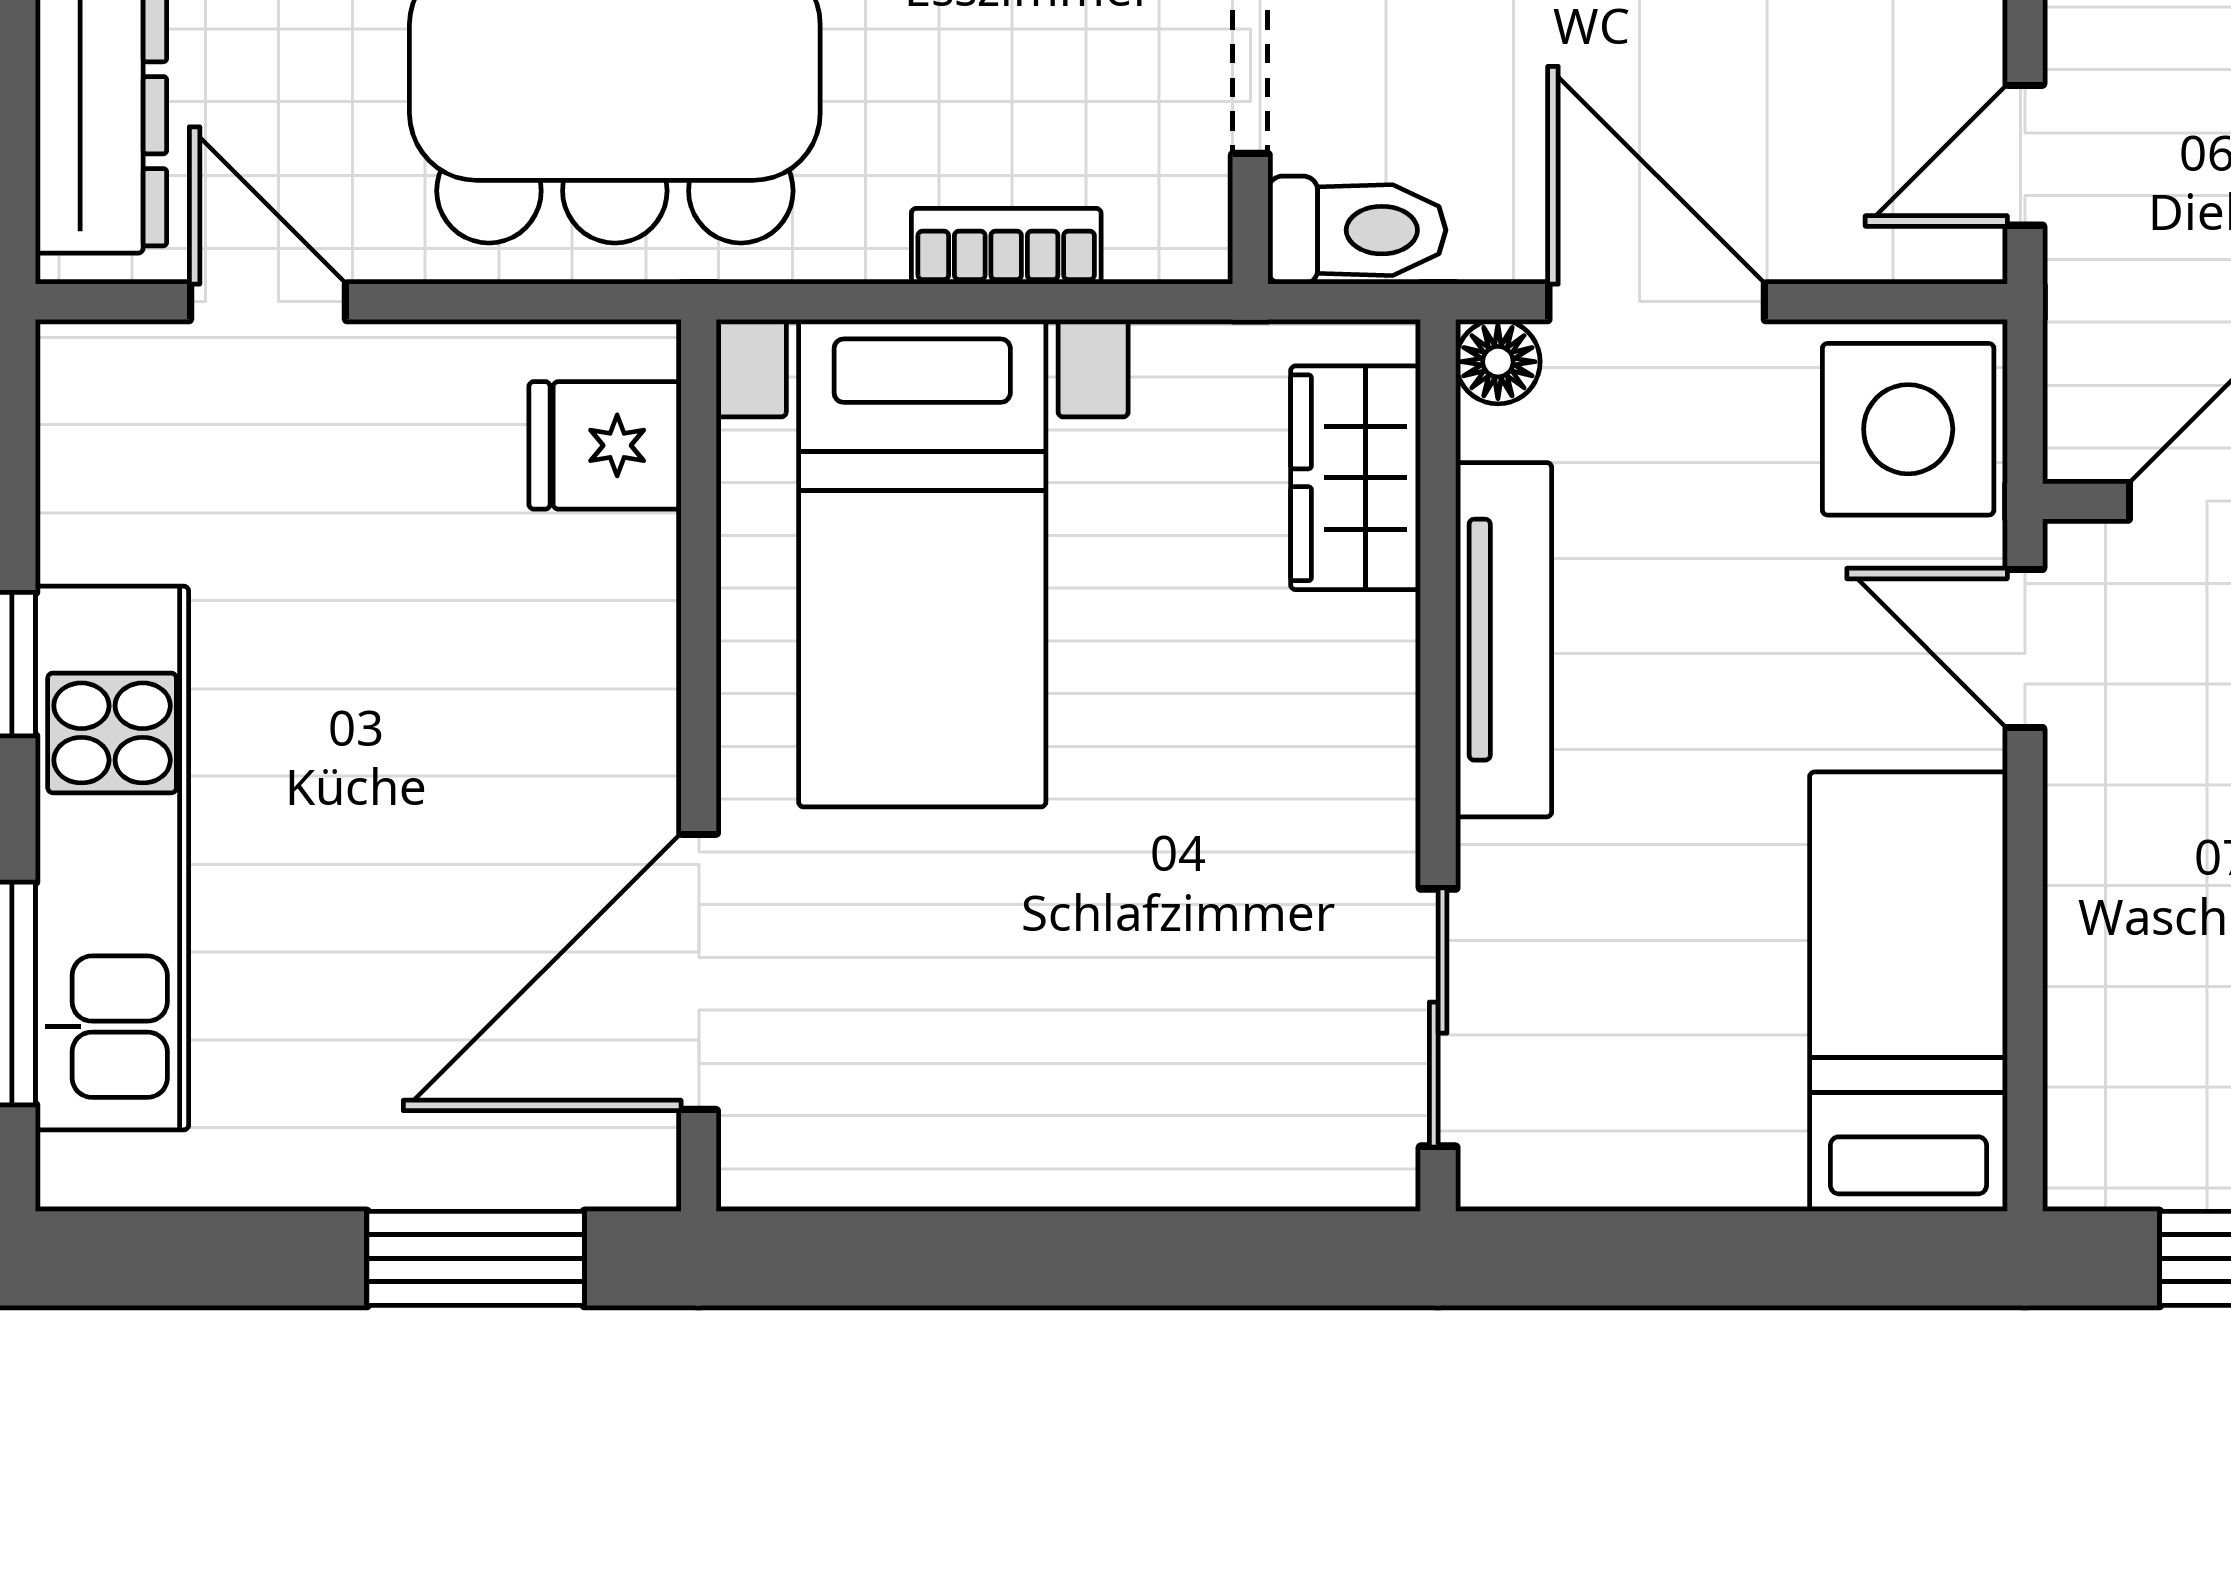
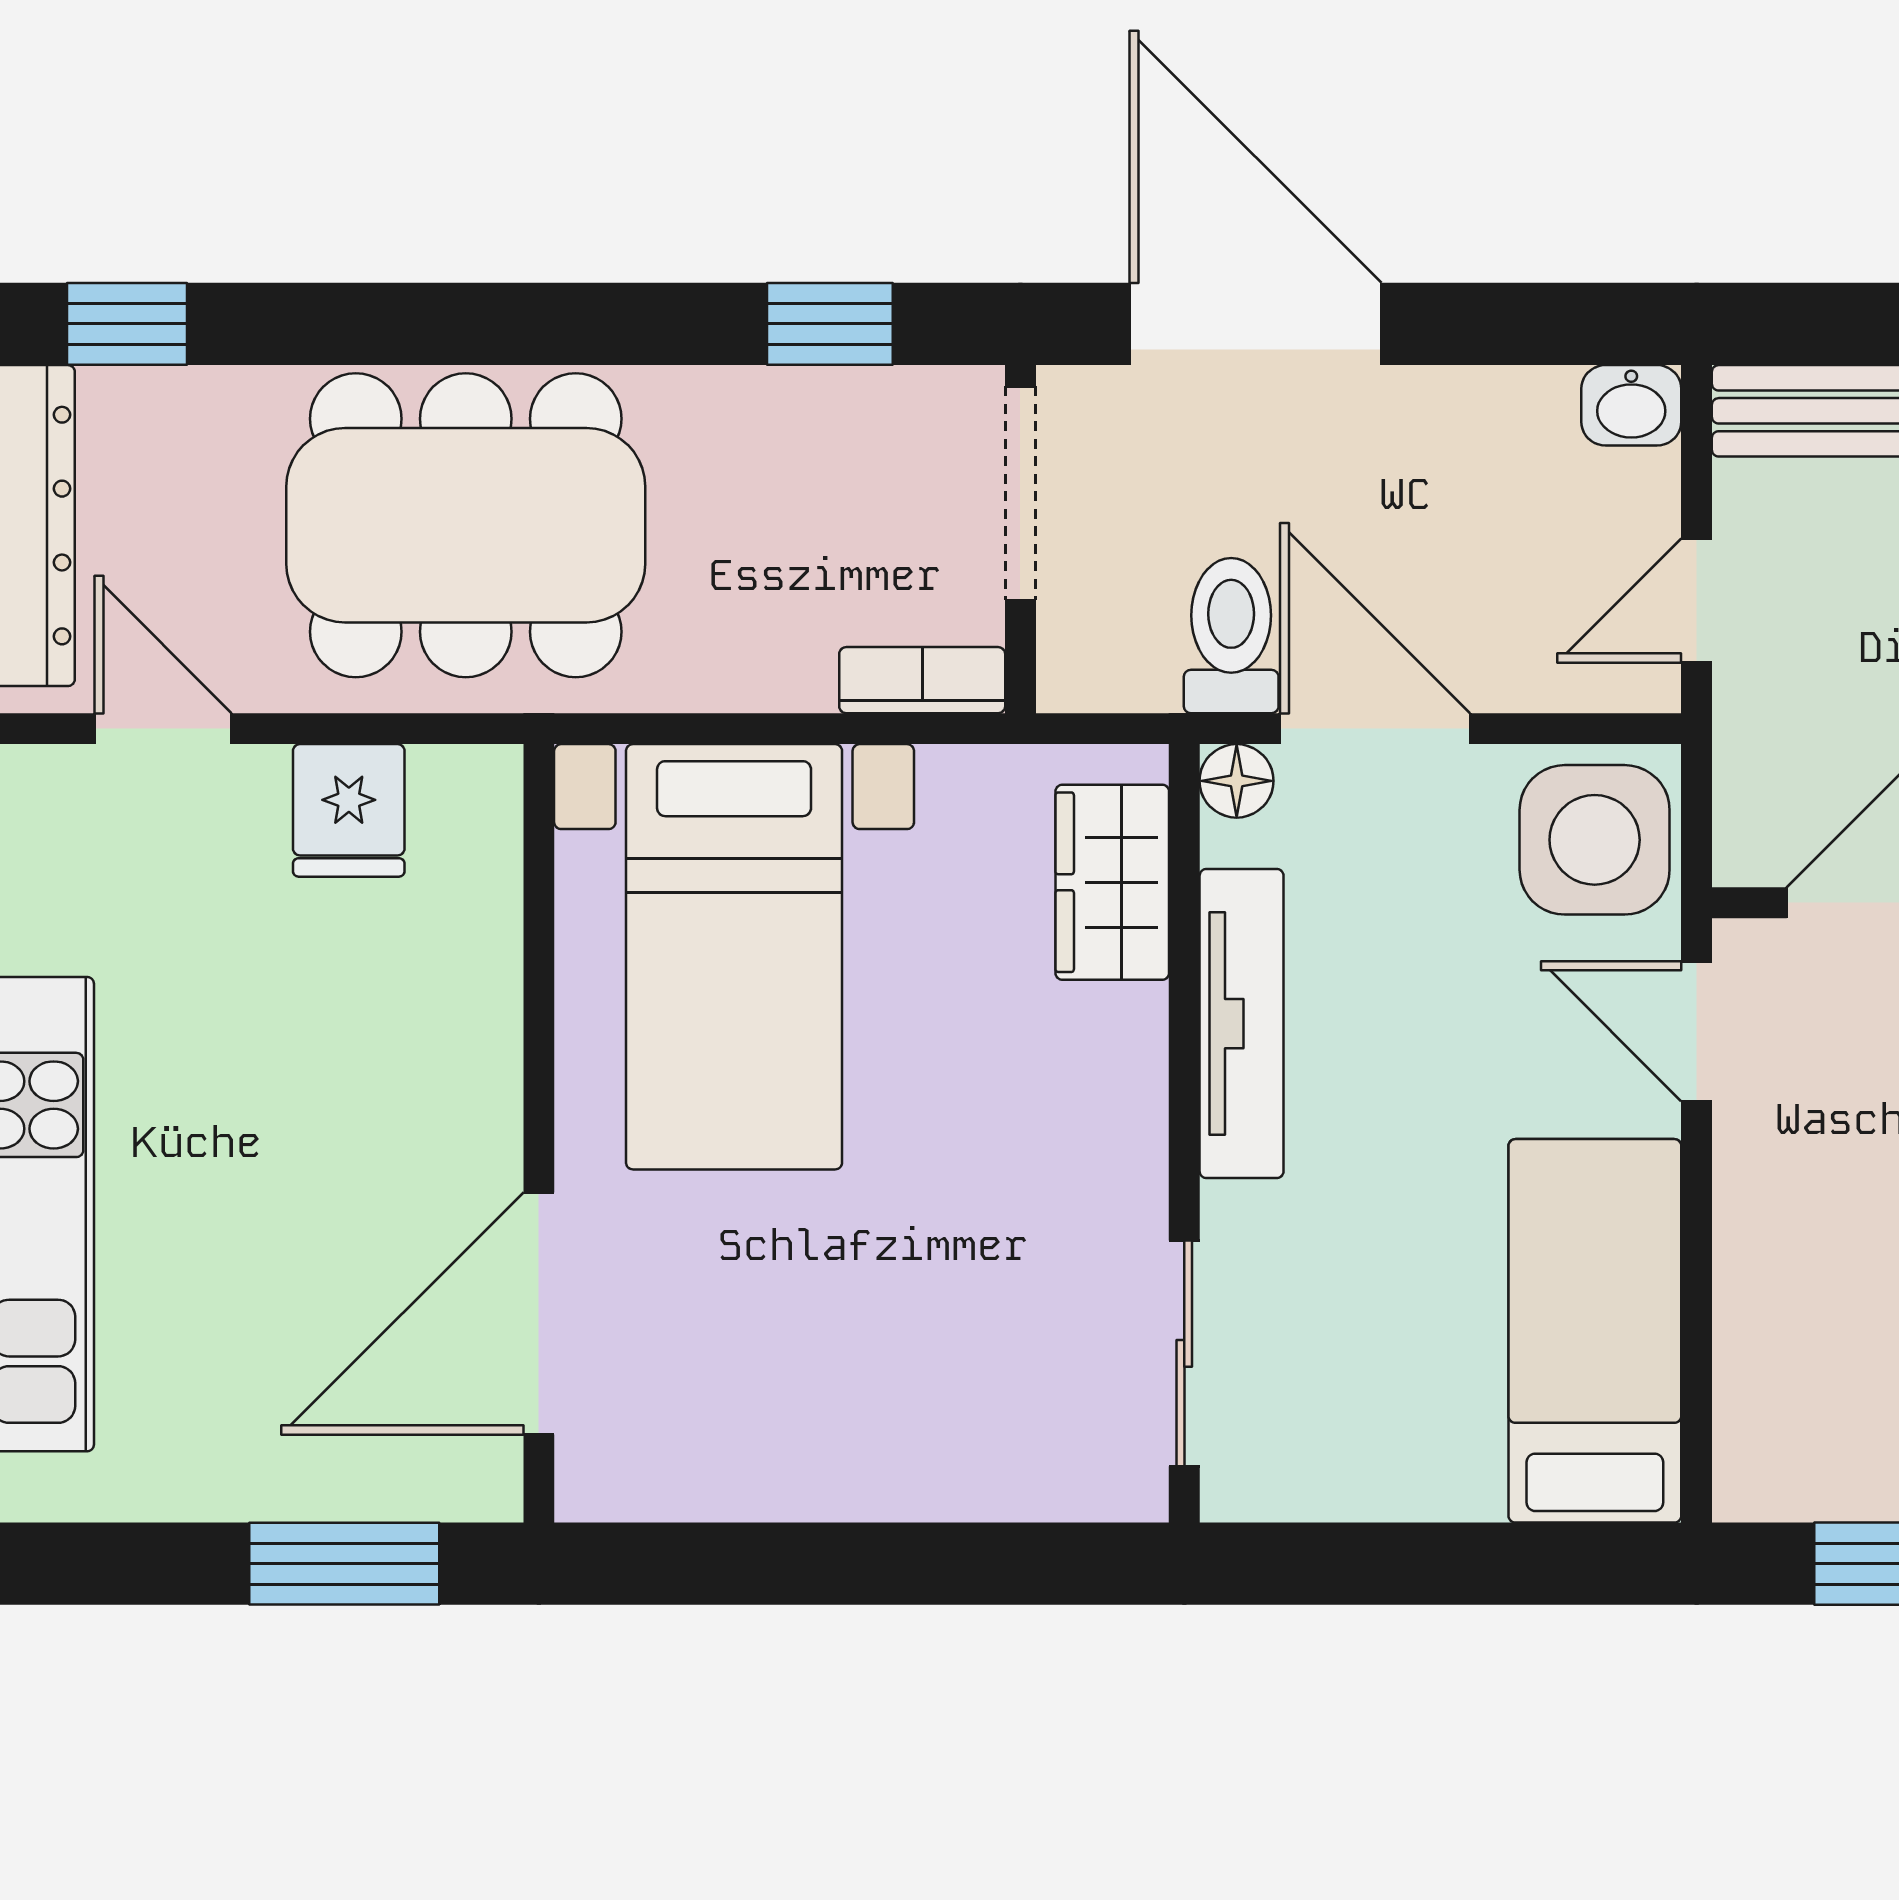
toilet: (1357, 230) -> (1231, 636), moved, turned -90
bookcase: (1006, 246) -> (922, 680), moved
fridge: (605, 445) -> (349, 810), moved, turned -90

